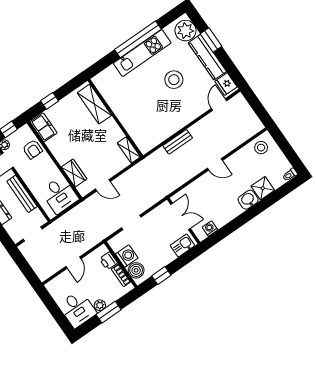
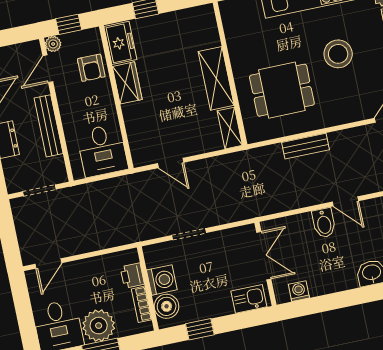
shelving: (94, 104) -> (216, 78), moved
dining table: (150, 115) -> (282, 90), added
wardrobe: (74, 173) -> (127, 83), moved
bidet: (208, 182) -> (324, 223), added
door: (73, 263) -> (48, 263), moved
plant: (100, 305) -> (99, 326), width x1.88, depth x1.88

